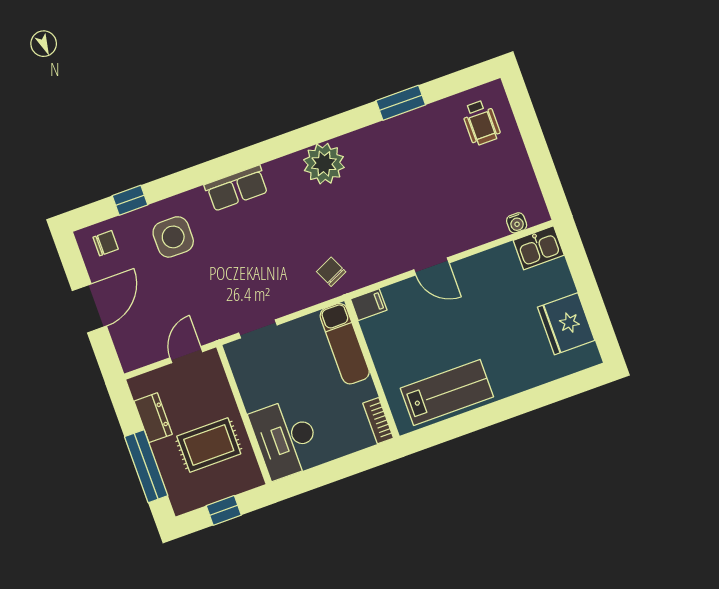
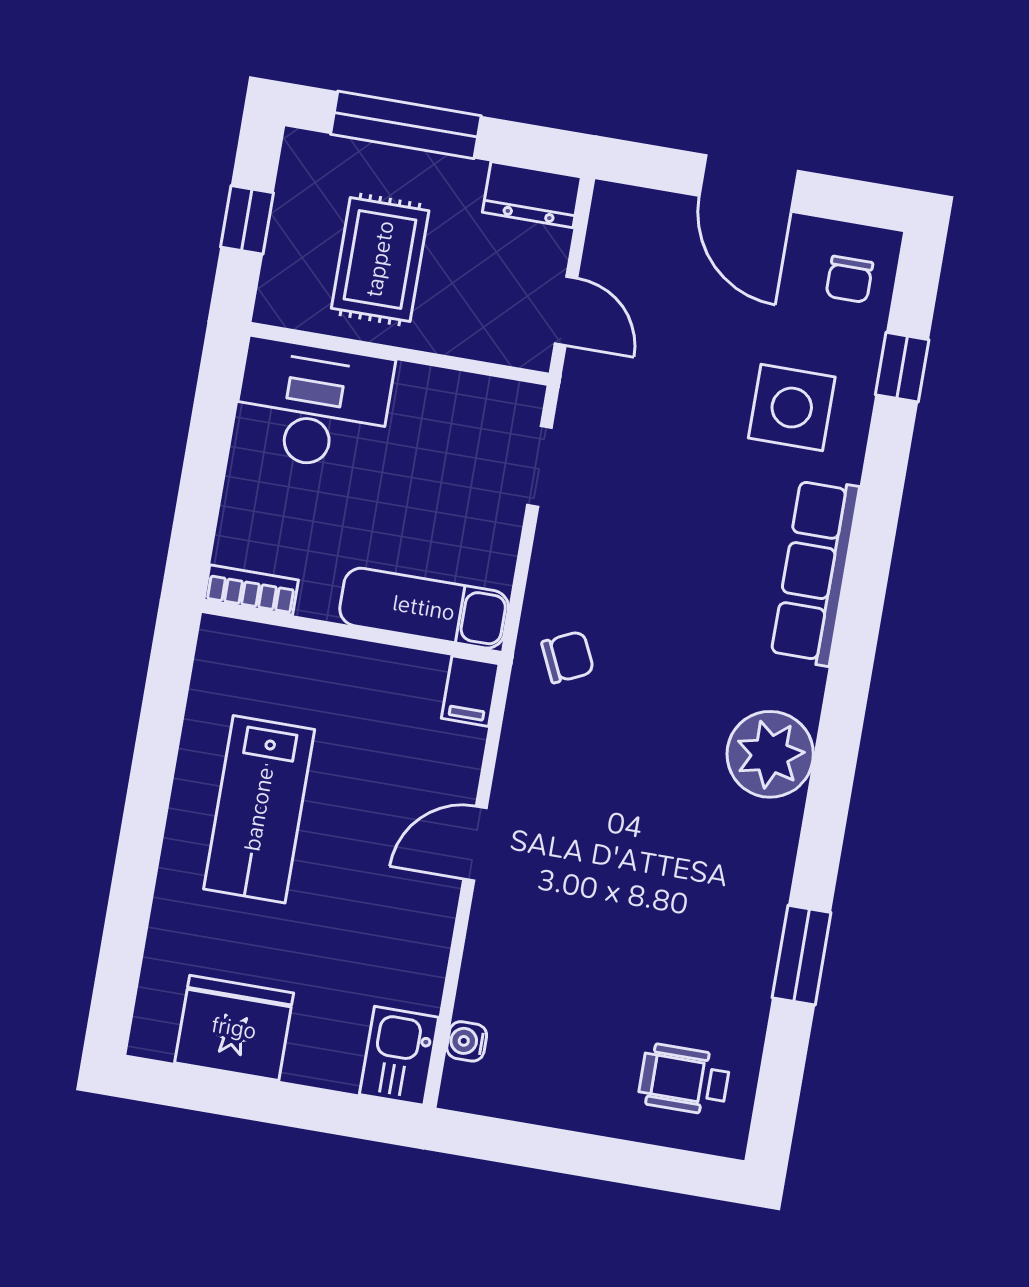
row of seats: (237, 188) -> (815, 572), width x1.48
lab bench: (447, 392) -> (259, 809), moved
dresser: (153, 418) -> (532, 195), moved

